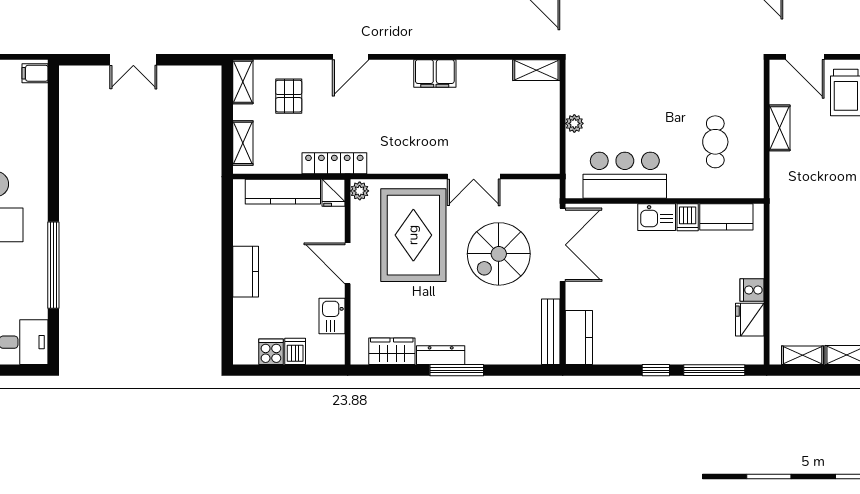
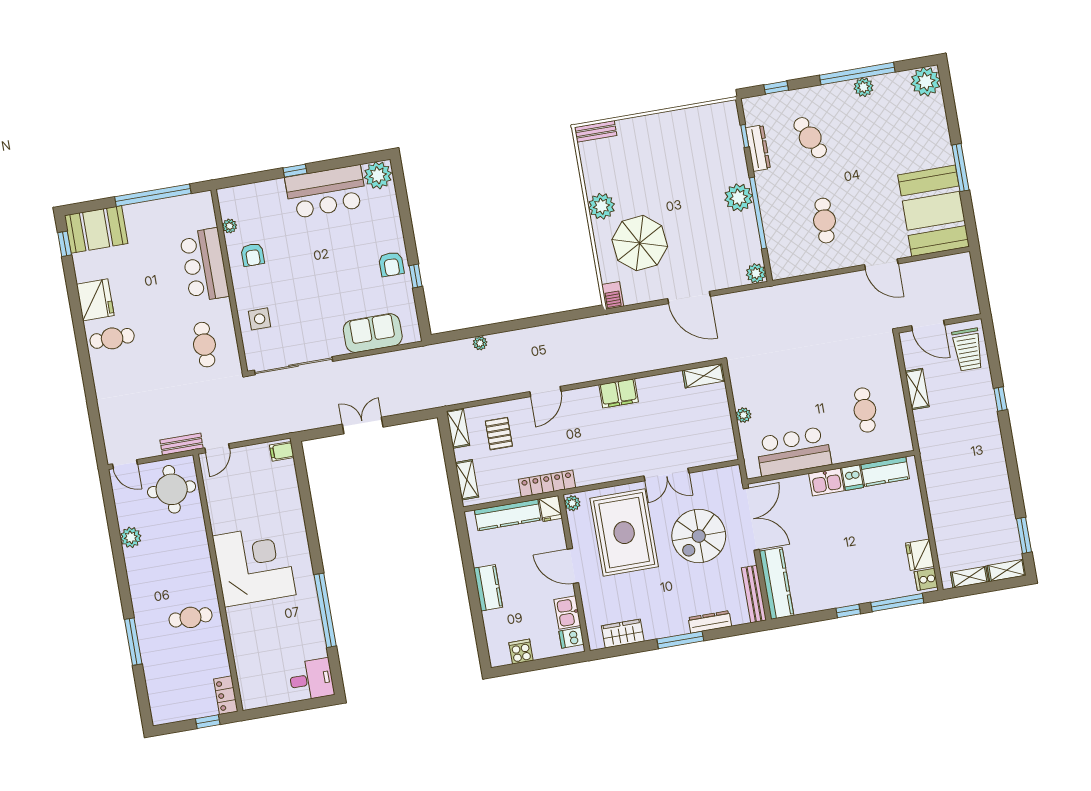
double door: (133, 60) -> (363, 426), swing flipped
cooker: (752, 290) -> (926, 579), moved
kitchen counter: (579, 337) -> (776, 583), width x1.50
dishwasher: (295, 351) -> (571, 638), moved, turned -90
dresser: (441, 355) -> (710, 622), moved

